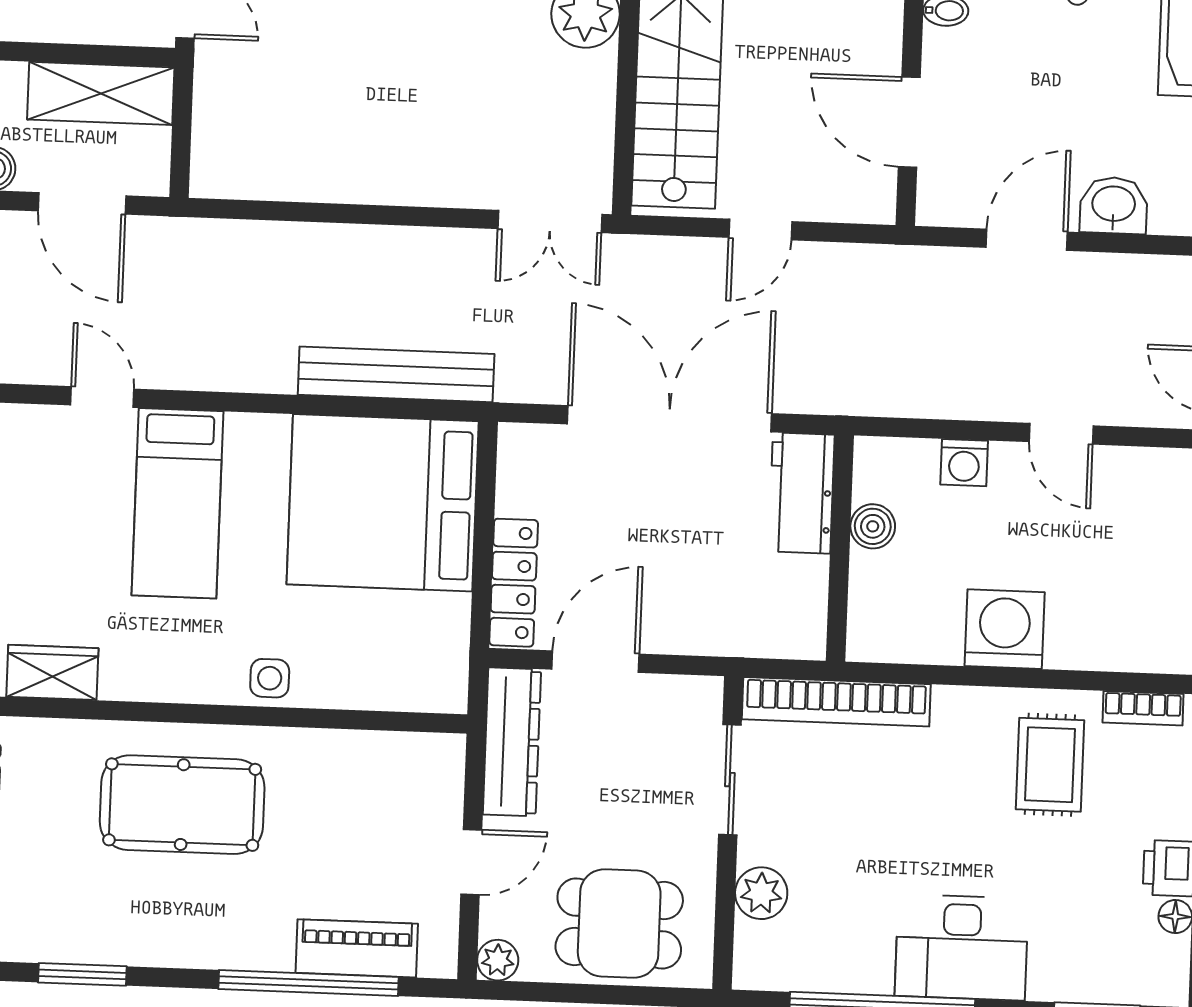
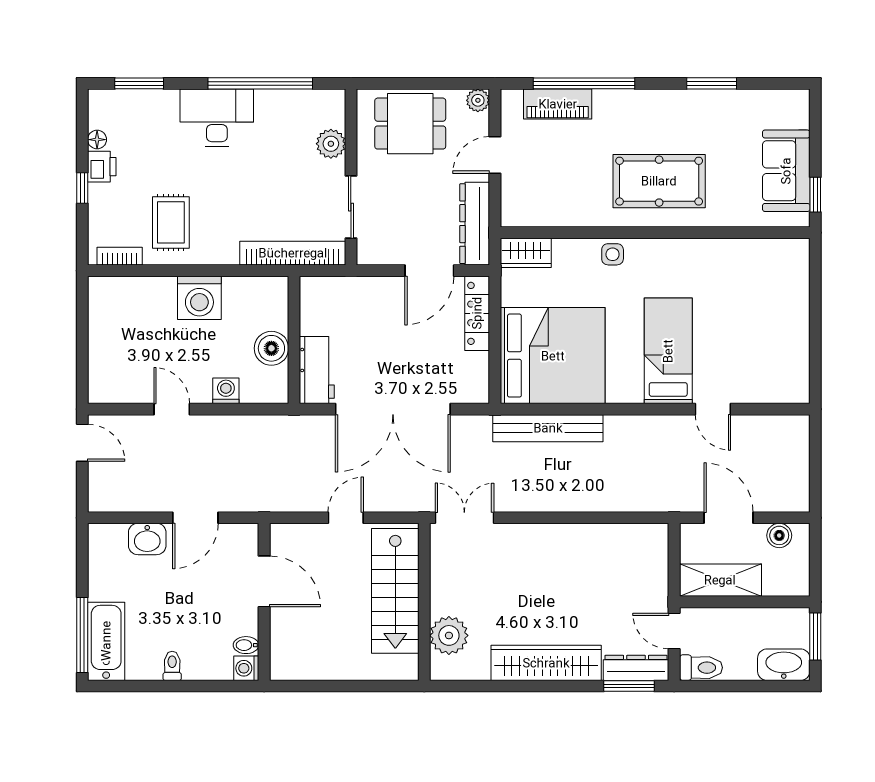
boiler: (873, 526) -> (271, 348), width x1.36, depth x1.36
wardrobe: (52, 672) -> (526, 253), moved

